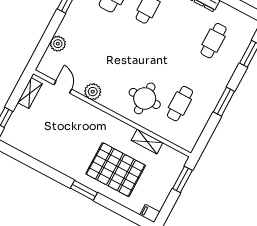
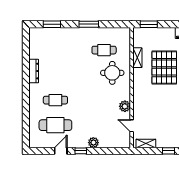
cafe table: (214, 41) -> (55, 50), removed
plant: (58, 44) -> (93, 143), moved
door: (63, 87) -> (132, 126), hinge flipped

